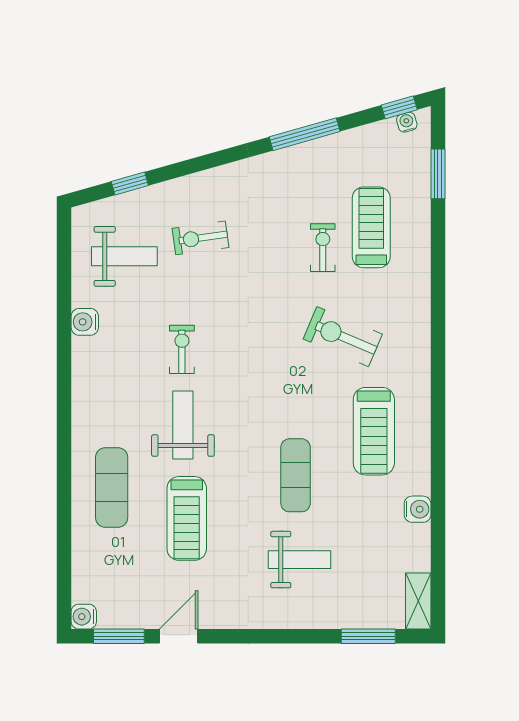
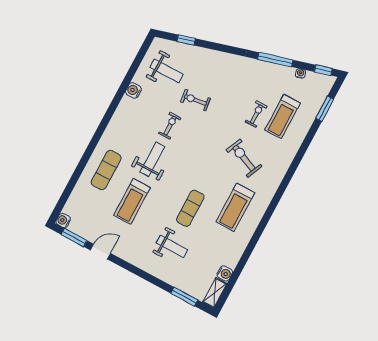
water cooler: (407, 122) -> (300, 74), moved
treadmill: (371, 227) -> (283, 117), turned 180
exercise bike: (201, 238) -> (195, 100), moved
water cooler: (418, 509) -> (225, 273), moved

